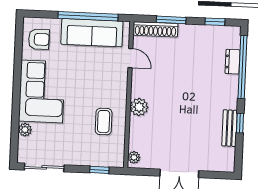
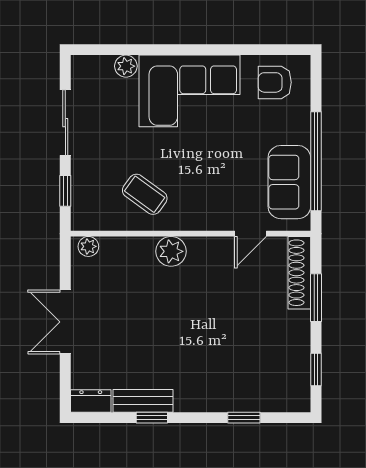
sofa: (92, 33) -> (289, 182), width x0.73
armchair: (39, 39) -> (275, 82), turned 90
dresser: (232, 62) -> (91, 401), moved
window: (242, 67) -> (244, 418), width x0.32
coffee table: (104, 122) -> (145, 194), turned 36
sliding door: (44, 167) -> (65, 123), moved

